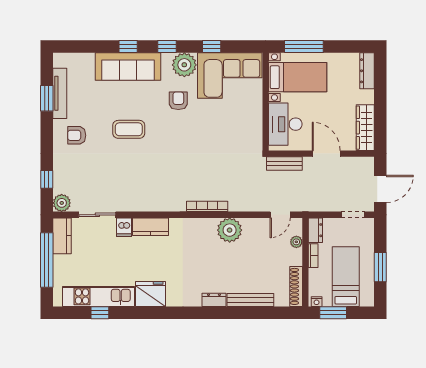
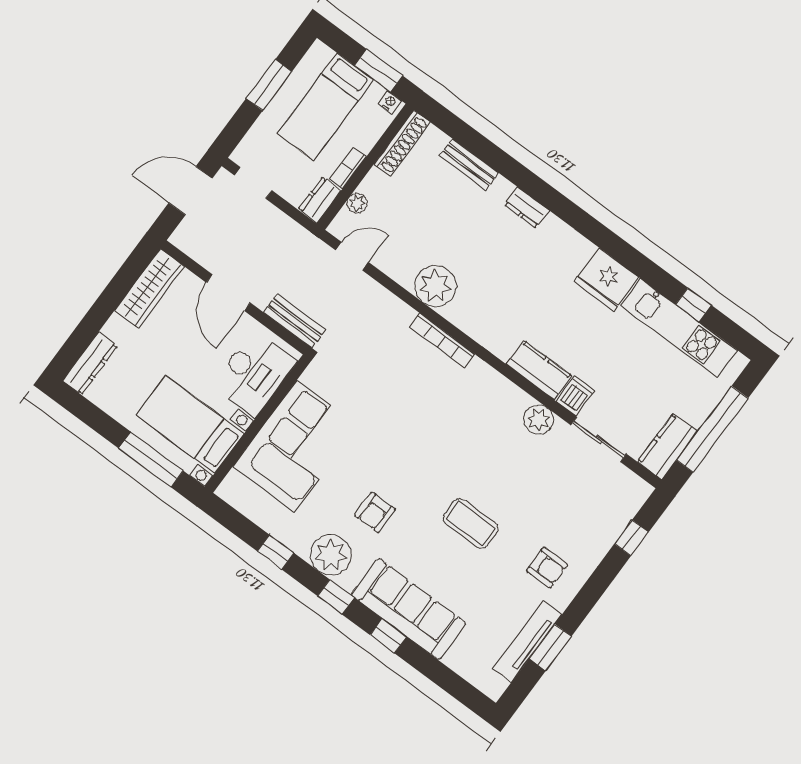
corner sofa: (230, 76) -> (296, 446), moved, turned 90
plant: (62, 203) -> (539, 420), moved
bench: (250, 300) -> (469, 165), width x0.73

